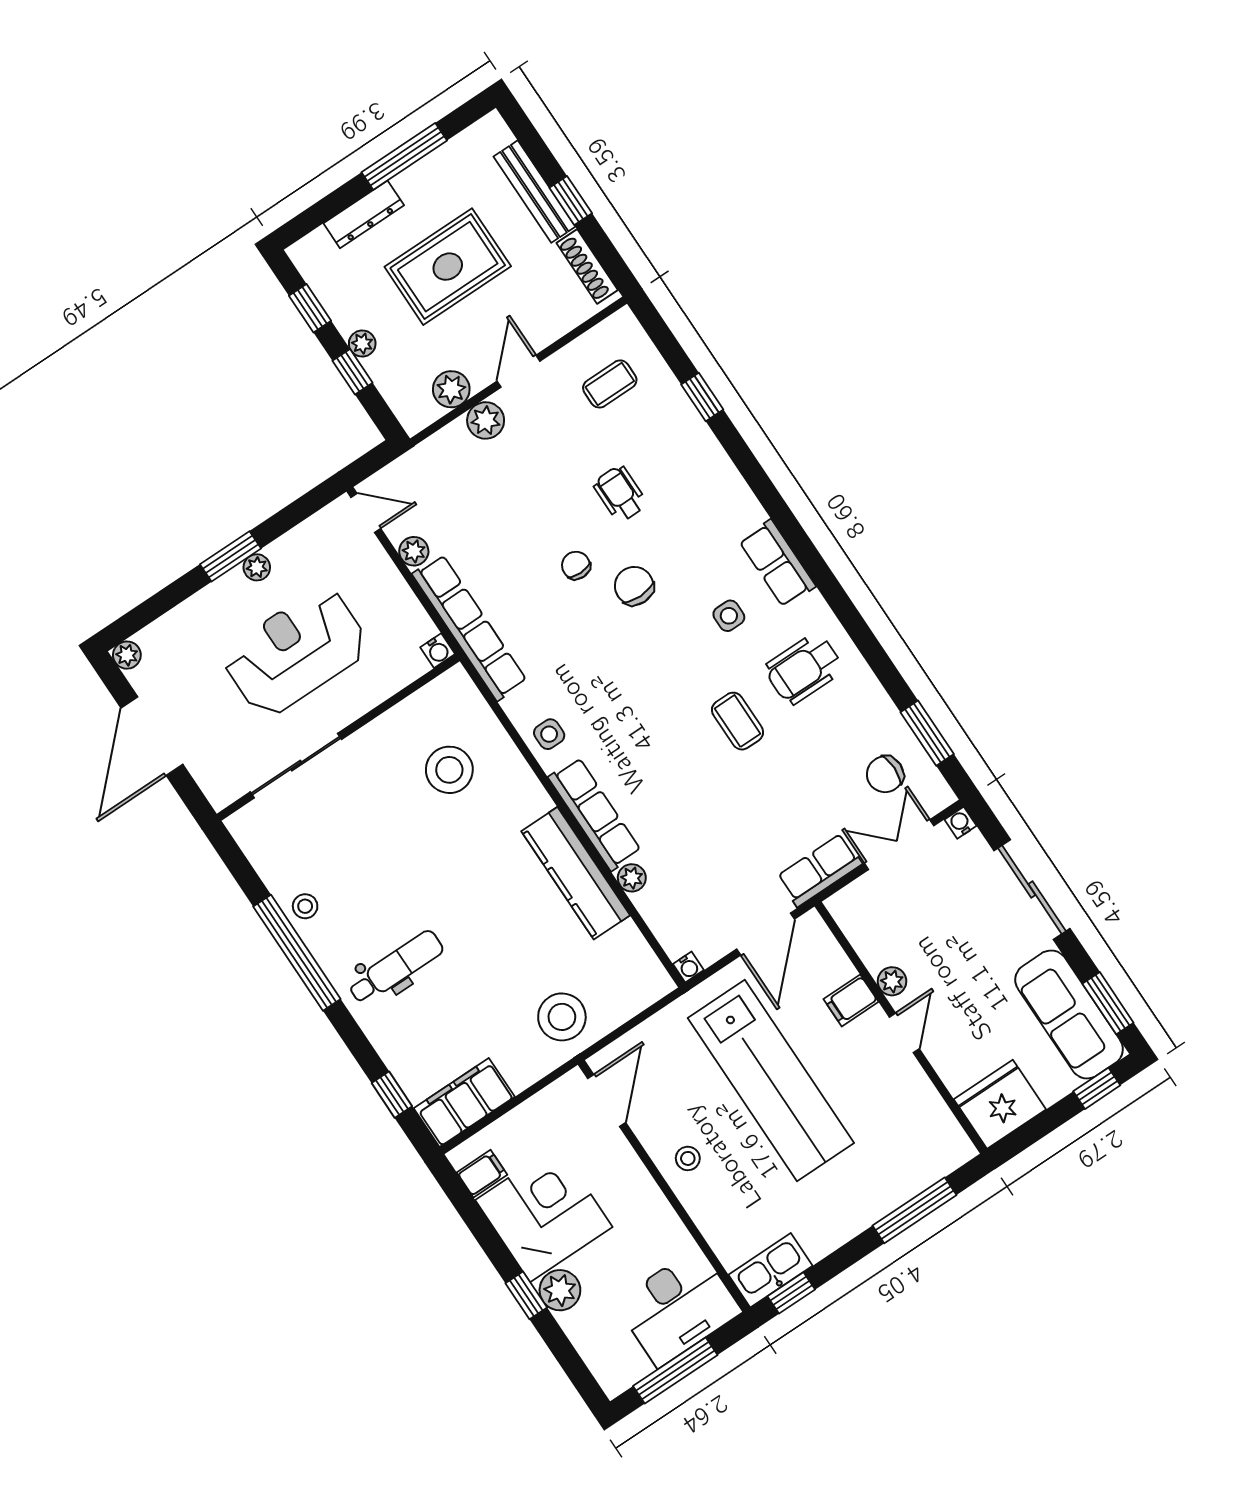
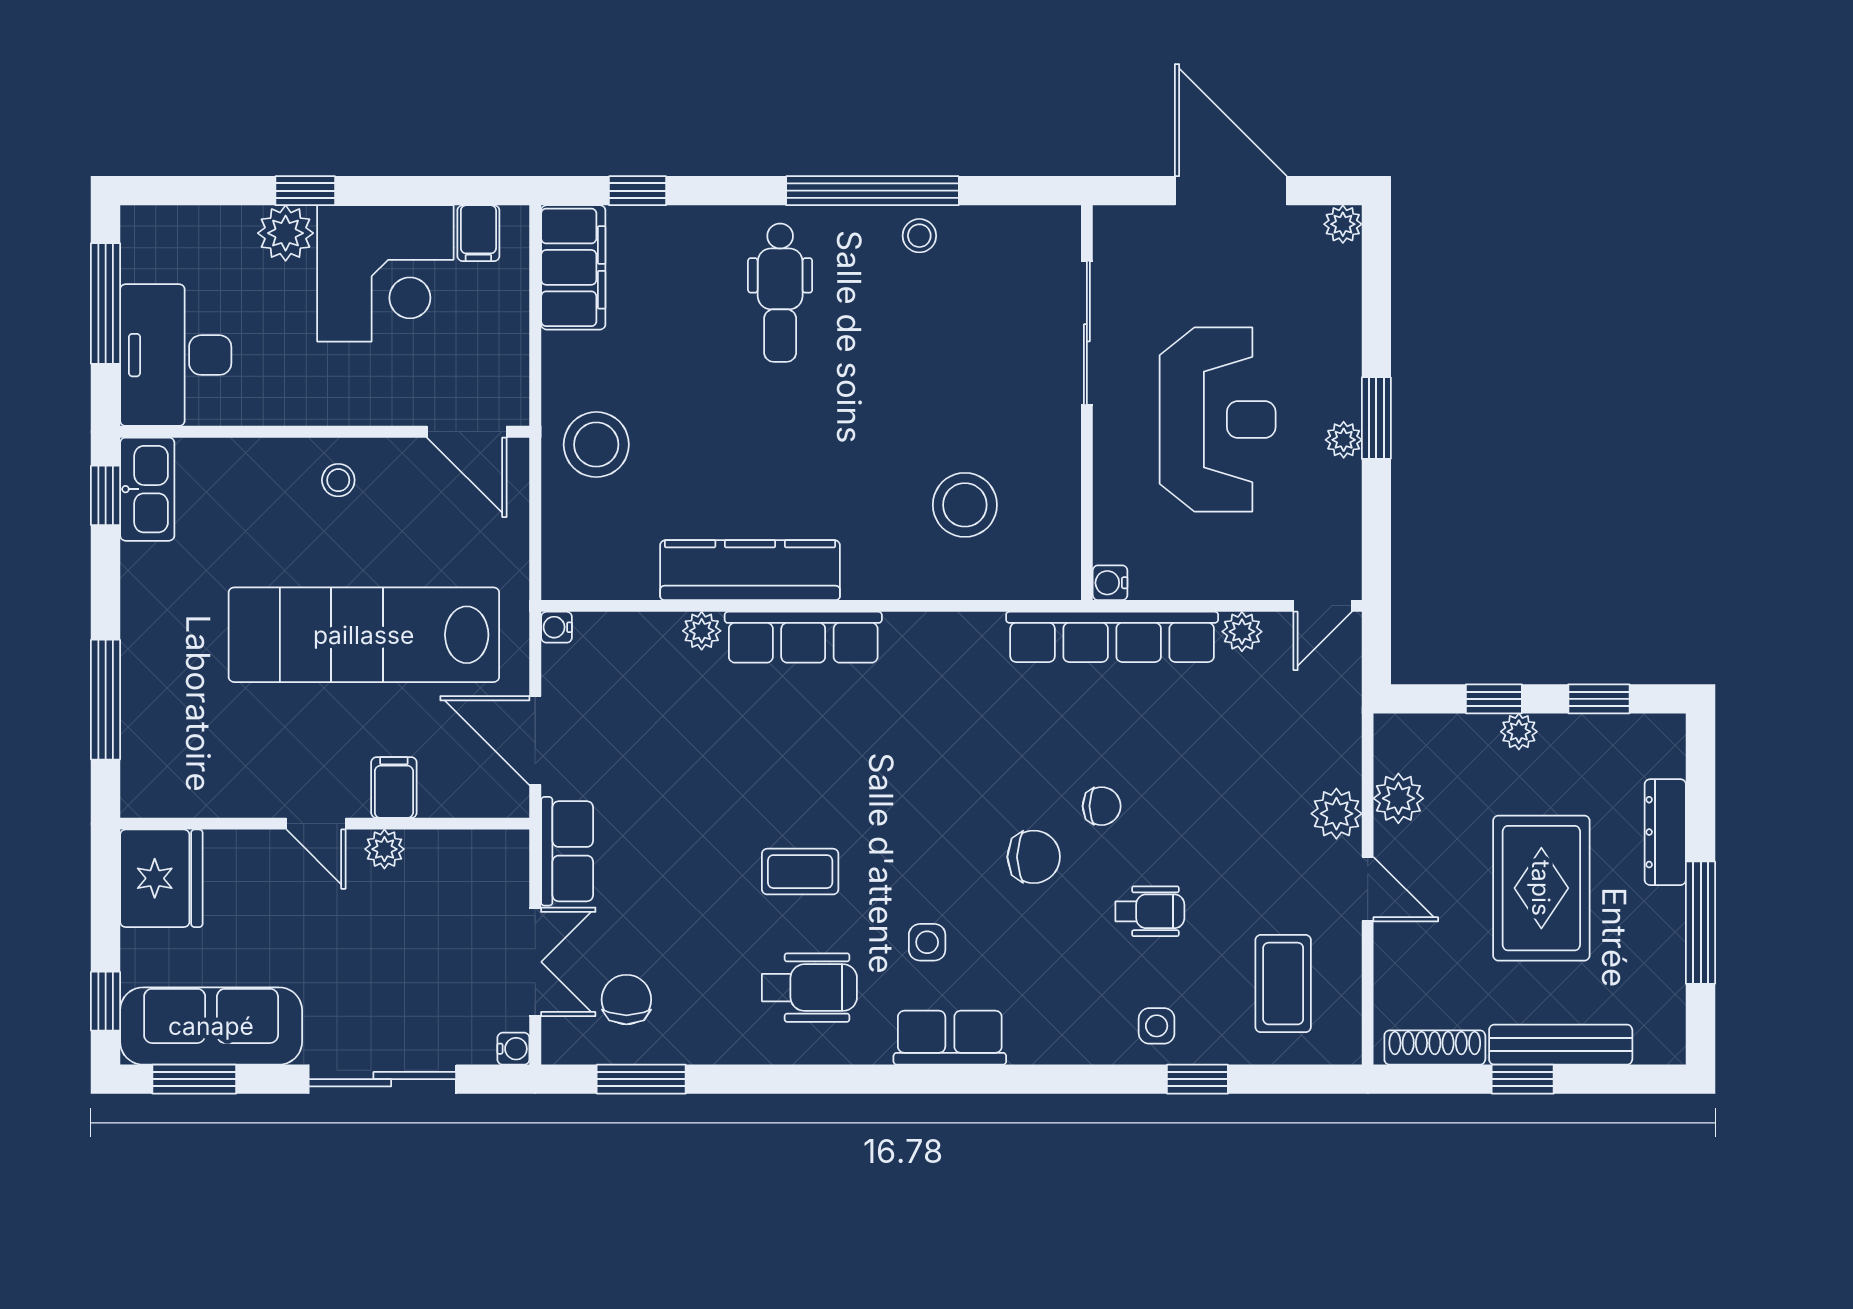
coffee table: (610, 384) -> (1283, 984), width x1.36, depth x1.30
wheelchair: (804, 669) -> (809, 988), turned 90
side table: (549, 734) -> (1157, 1026), moved

